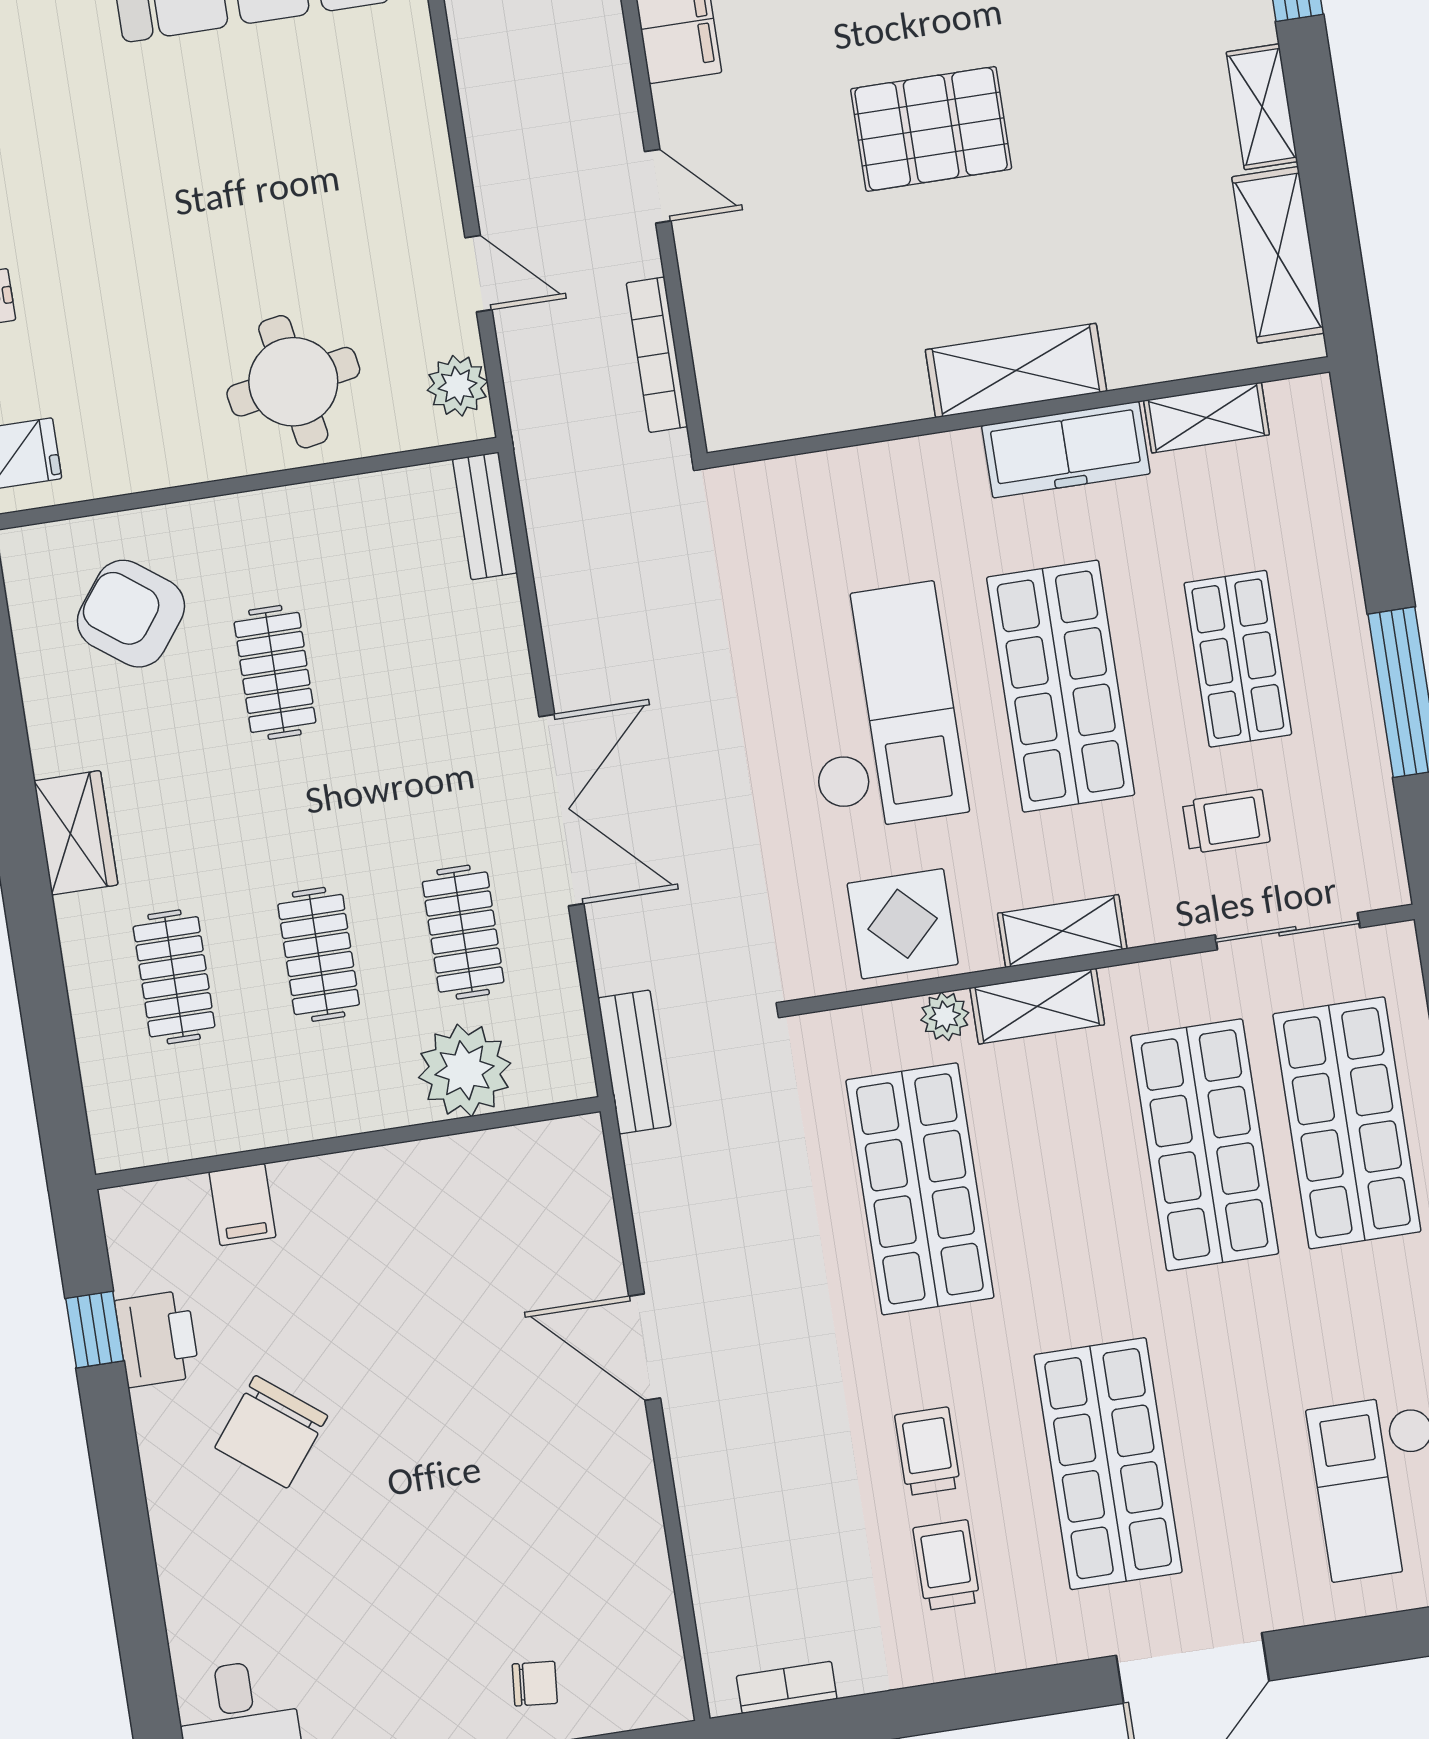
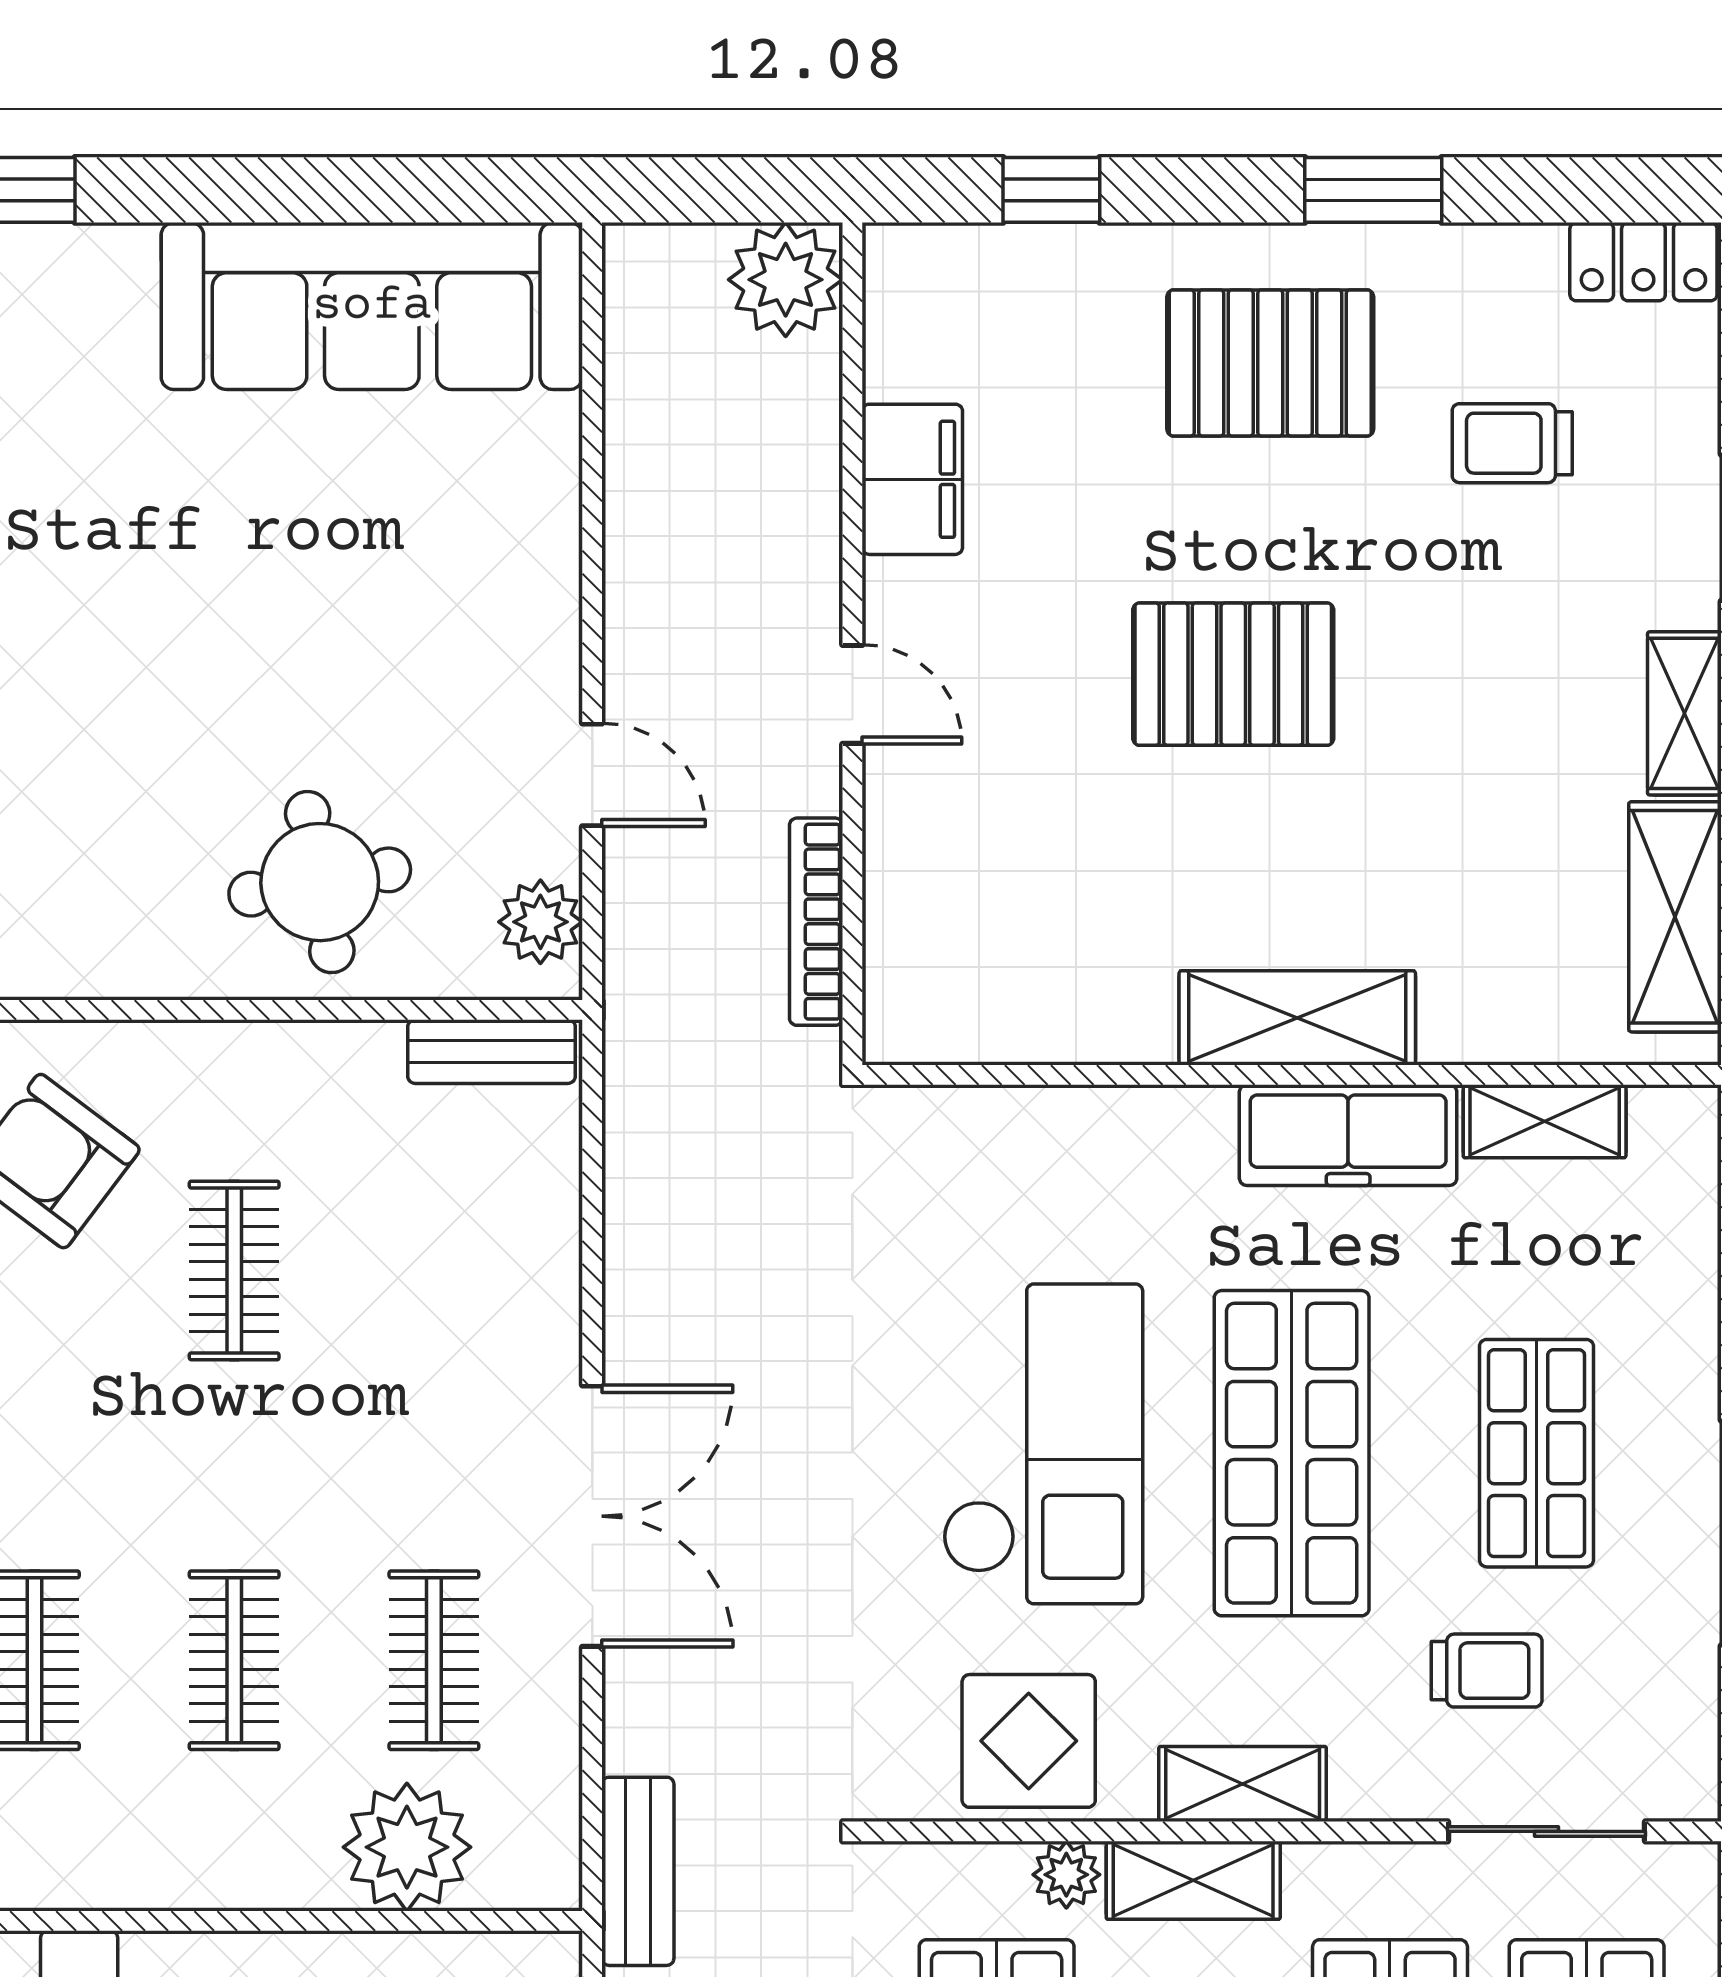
bench: (485, 516) -> (492, 1052), moved, turned 90

